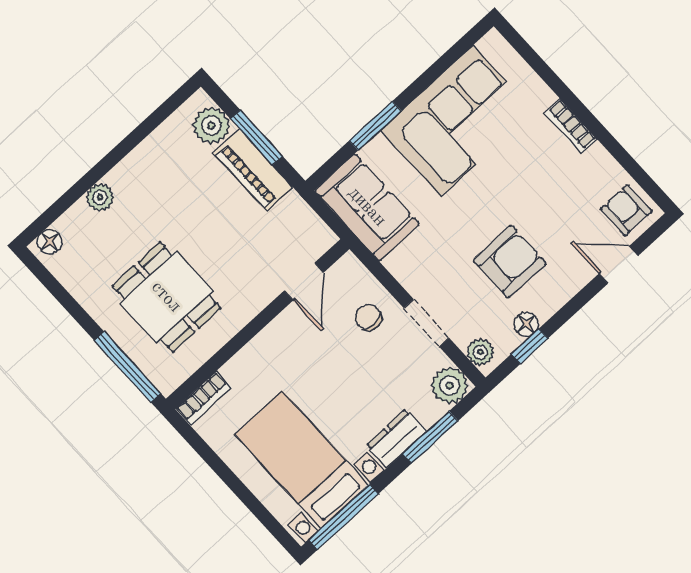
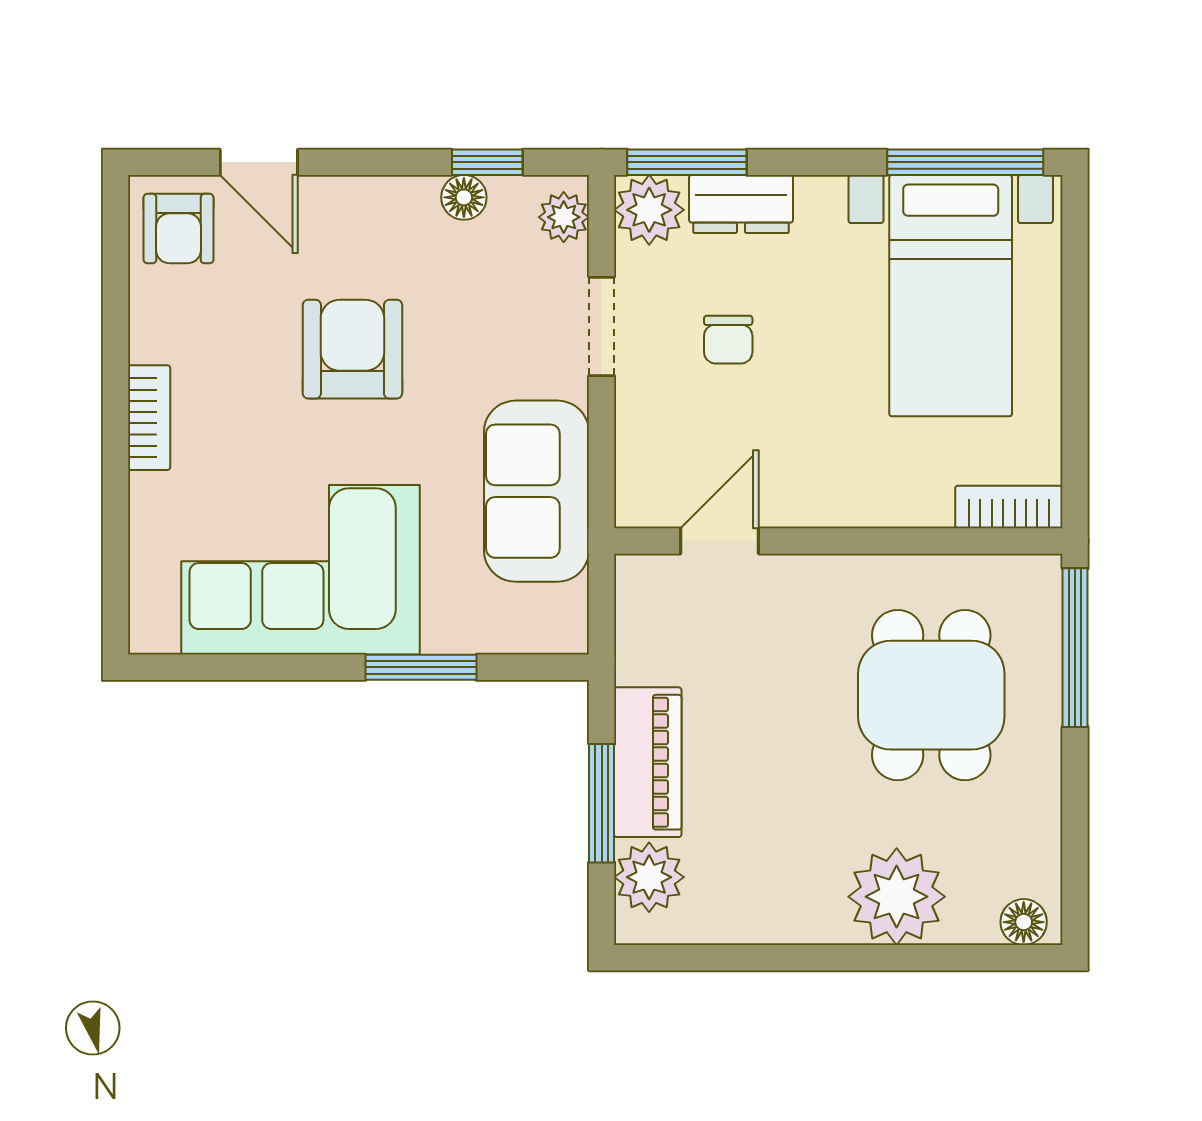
plant: (100, 197) -> (897, 897), width x1.87, depth x1.87
sofa: (367, 207) -> (536, 491), moved
armchair: (510, 262) -> (352, 349), moved, turned 90
chair: (369, 317) -> (728, 340), moved
window: (430, 437) -> (687, 162), moved
dresser: (396, 439) -> (741, 204), moved

